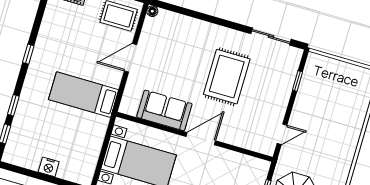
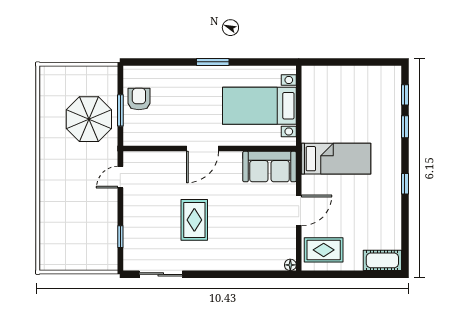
rug: (227, 77) -> (194, 220), width x0.73, depth x0.70
sofa: (164, 110) -> (270, 167), moved
nightstand: (49, 167) -> (350, 74), removed

